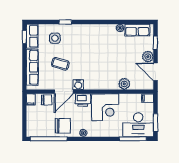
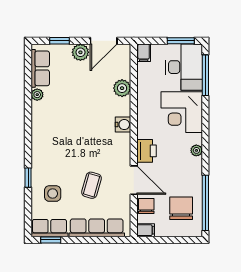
water cooler: (78, 85) -> (123, 125), moved
corner desk: (105, 107) -> (182, 112), moved, turned 180
chair: (63, 126) -> (181, 208), moved

